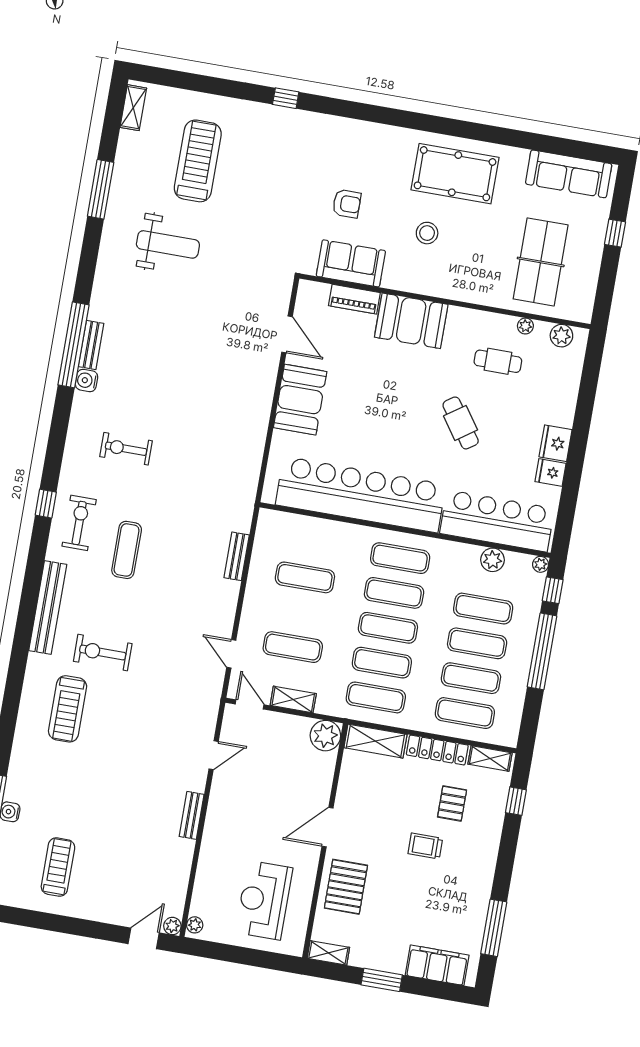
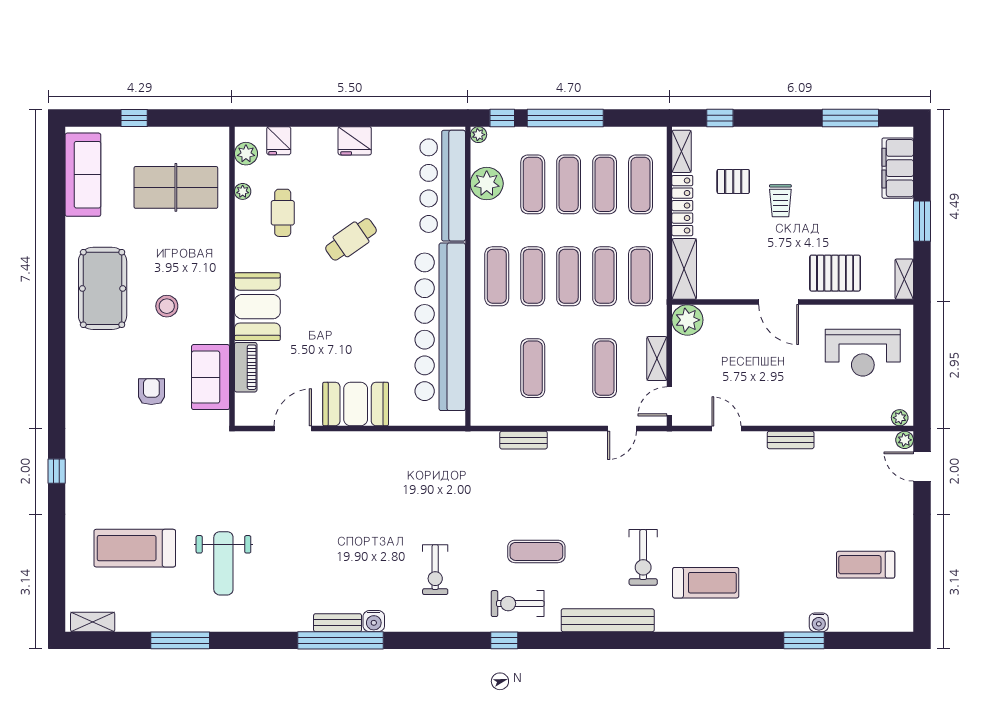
weight bench: (168, 244) -> (223, 563), turned 180
fridge: (551, 472) -> (279, 141), moved
plant: (493, 560) -> (487, 184), width x1.36, depth x1.36

